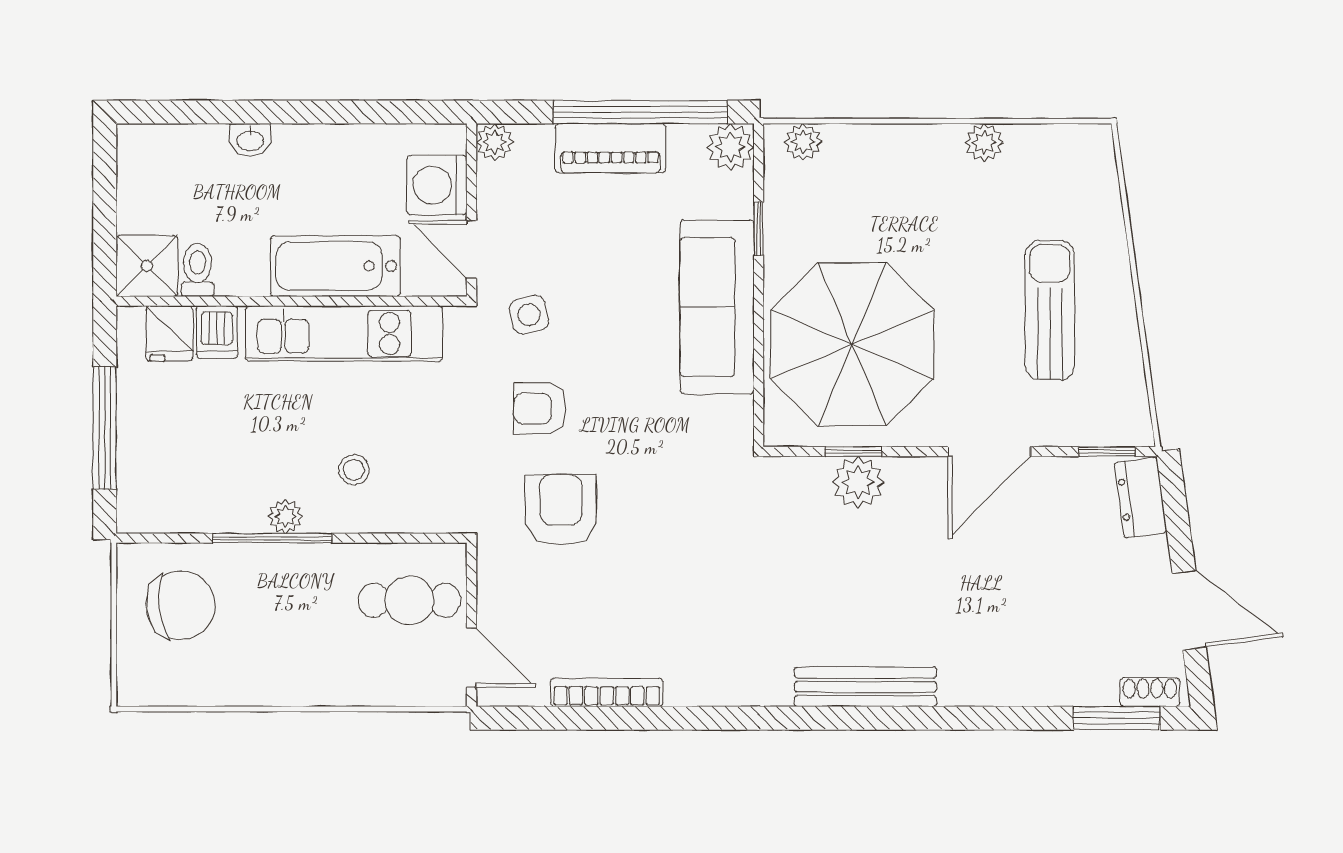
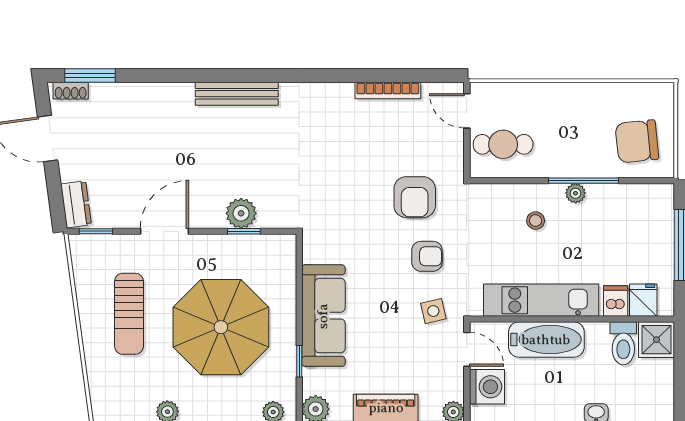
toilet: (198, 270) -> (623, 343), width x1.37, depth x1.39
parasol: (852, 344) -> (221, 327), moved

